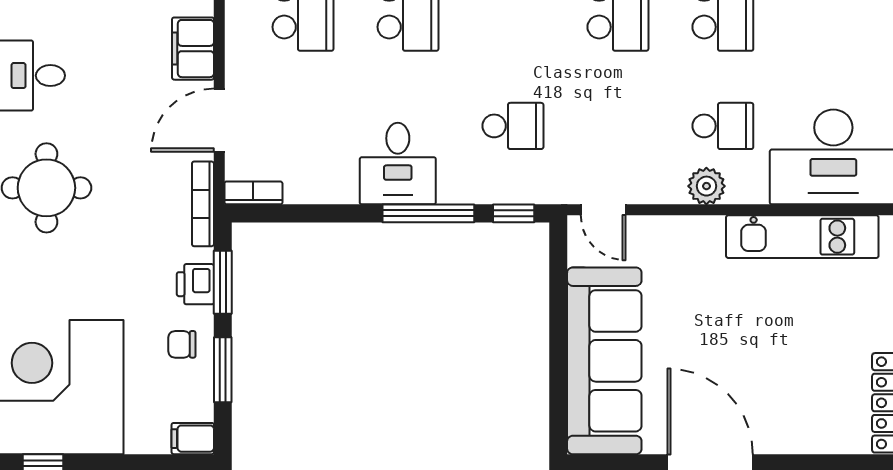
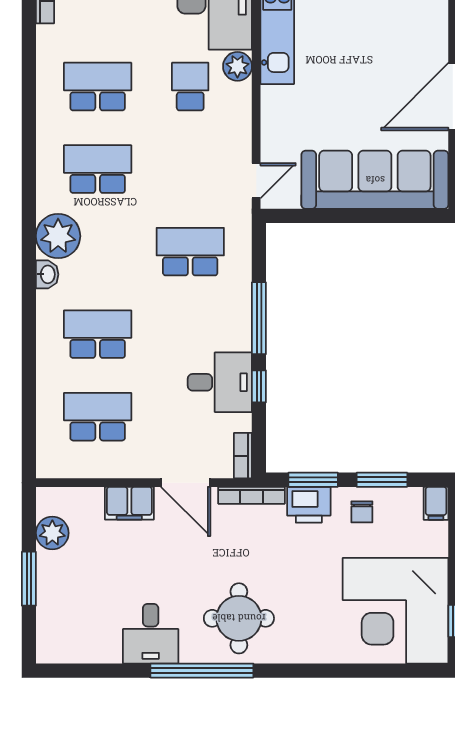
school desk: (513, 126) -> (190, 252), width x1.85
desk: (398, 164) -> (220, 382), moved
plant: (706, 186) -> (237, 66), moved
window: (514, 213) -> (259, 386), moved
printer: (195, 284) -> (309, 505), width x1.36, depth x1.24

